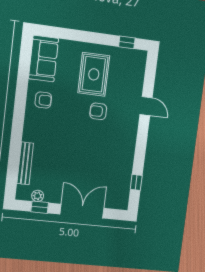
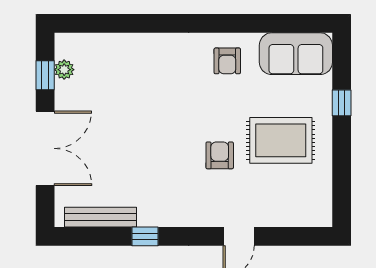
window: (127, 42) -> (342, 103), moved
bench: (25, 163) -> (101, 217), moved
window: (136, 182) -> (145, 236), moved

